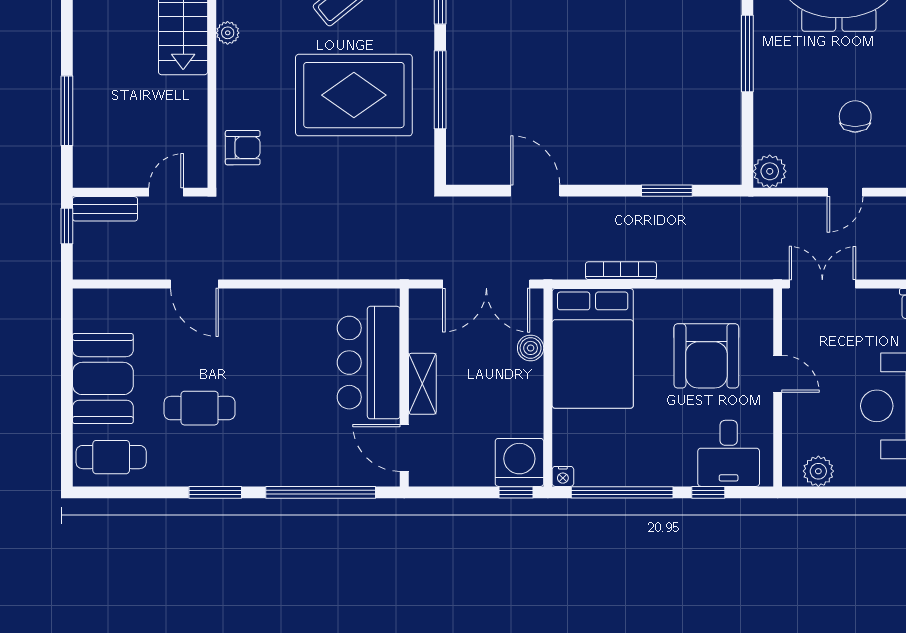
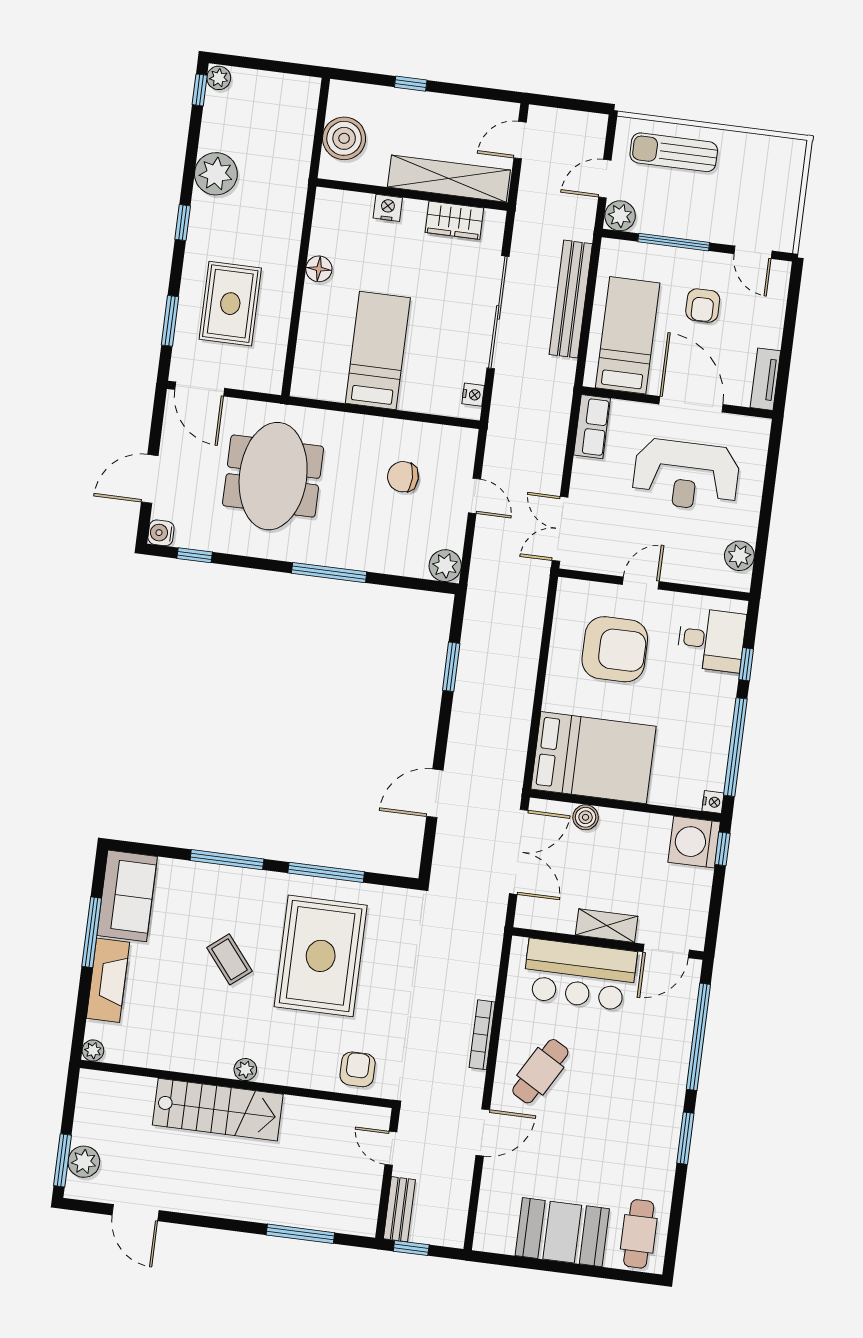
bookcase: (621, 271) -> (482, 1035), moved
cafe table: (200, 408) -> (540, 1071), moved, turned 30

